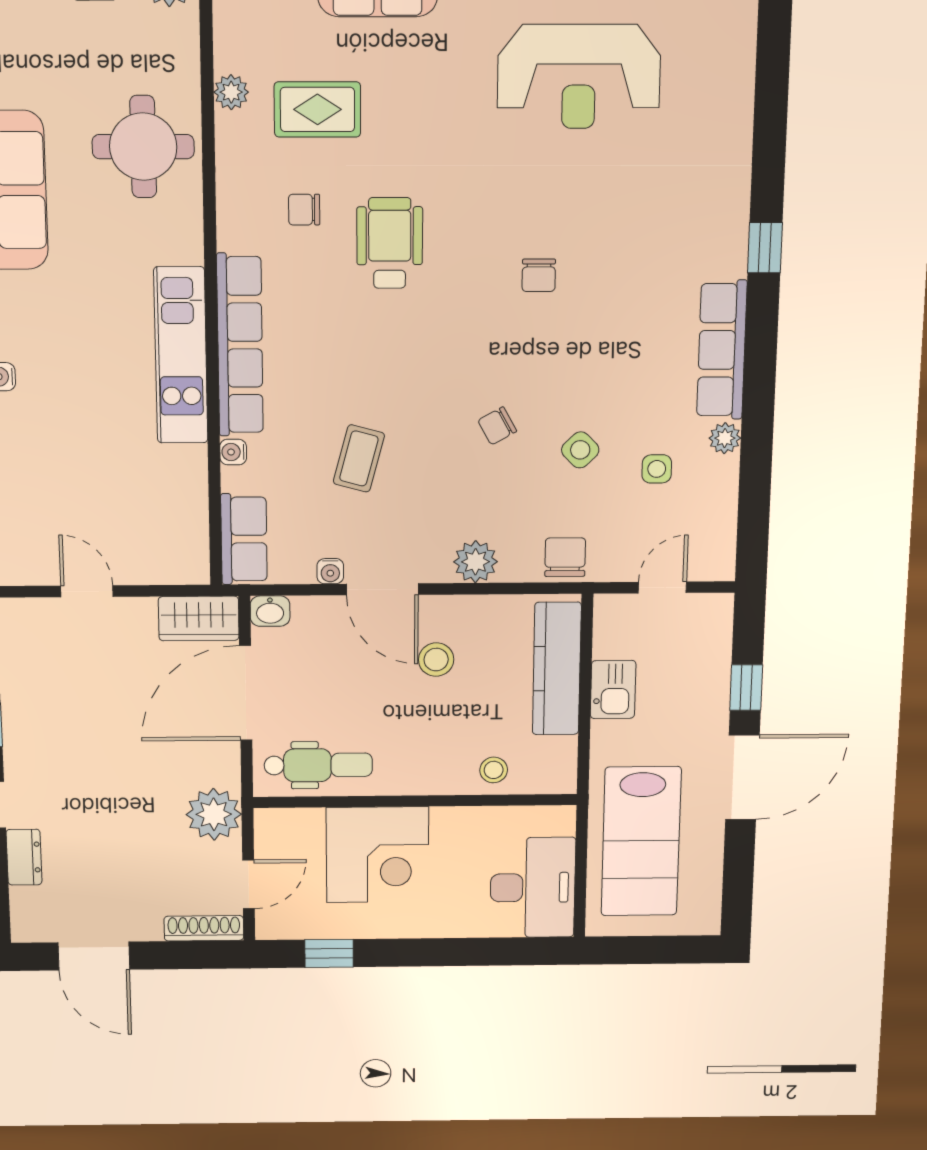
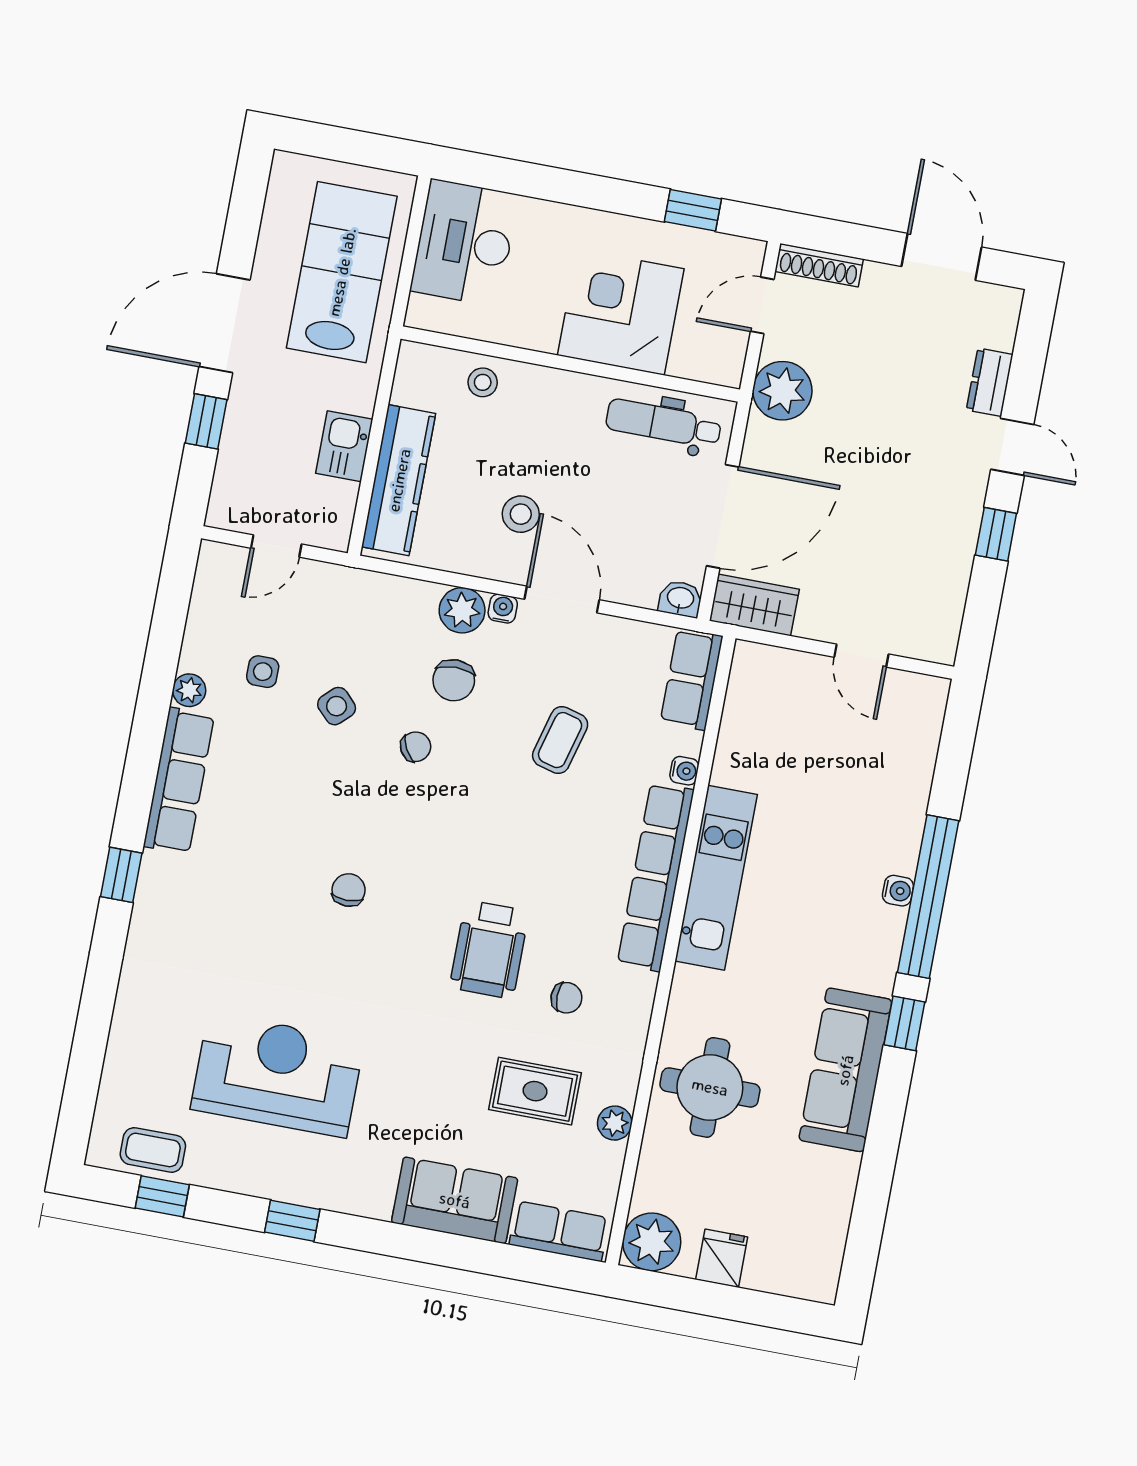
chair: (565, 557) -> (454, 680), moved
water cooler: (330, 571) -> (503, 609), moved

